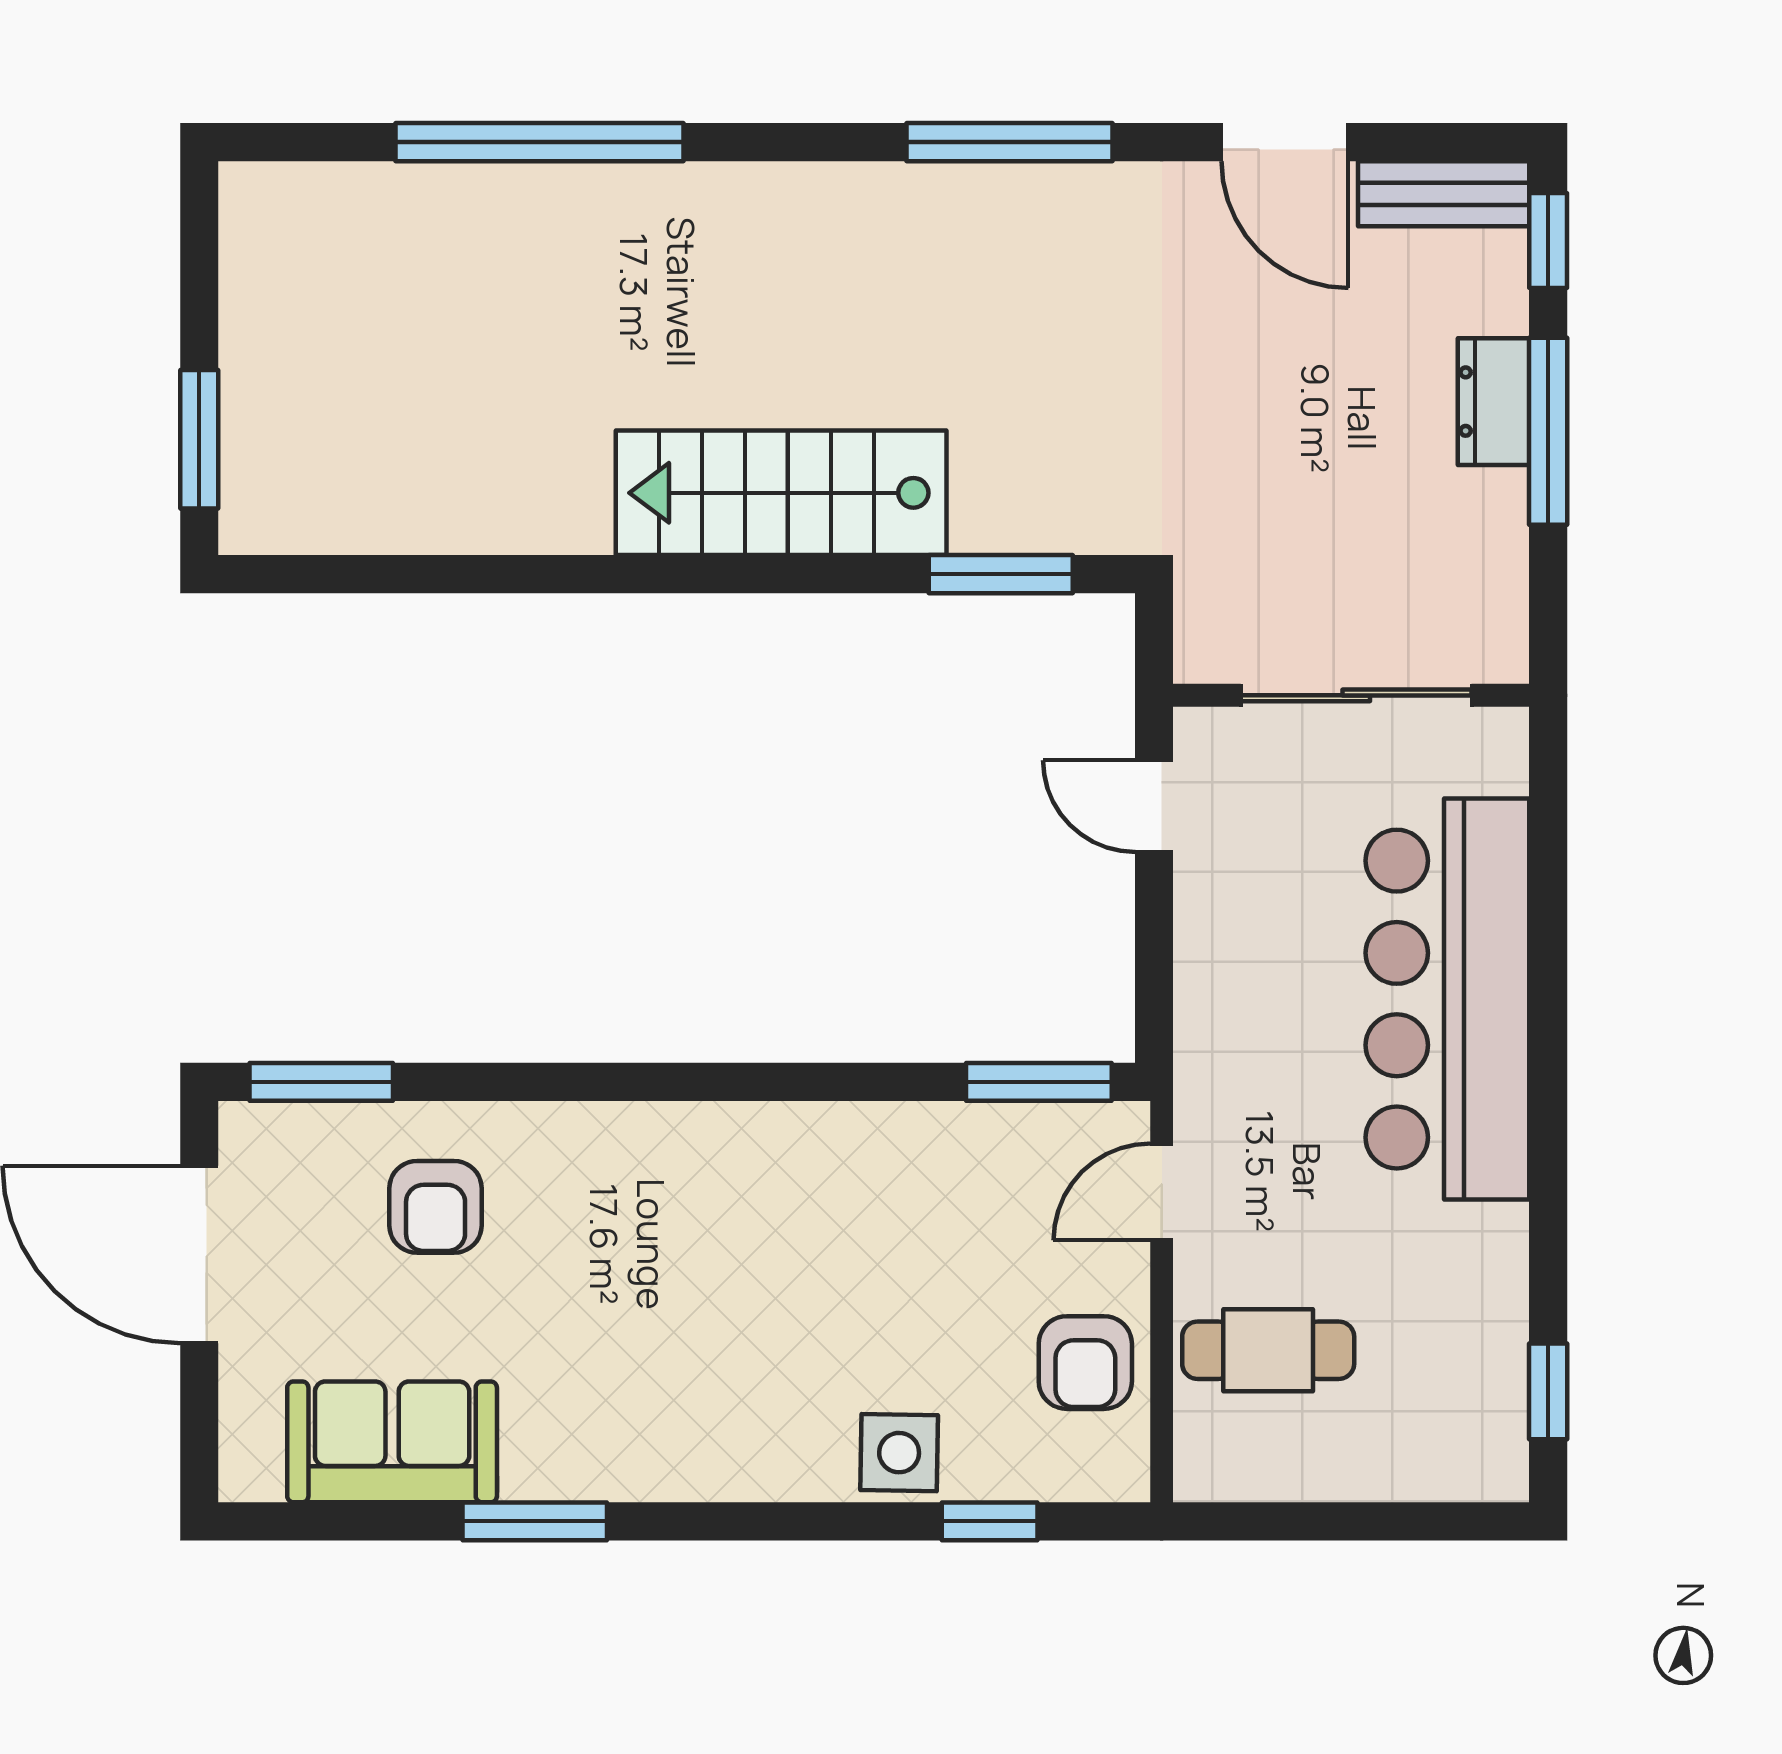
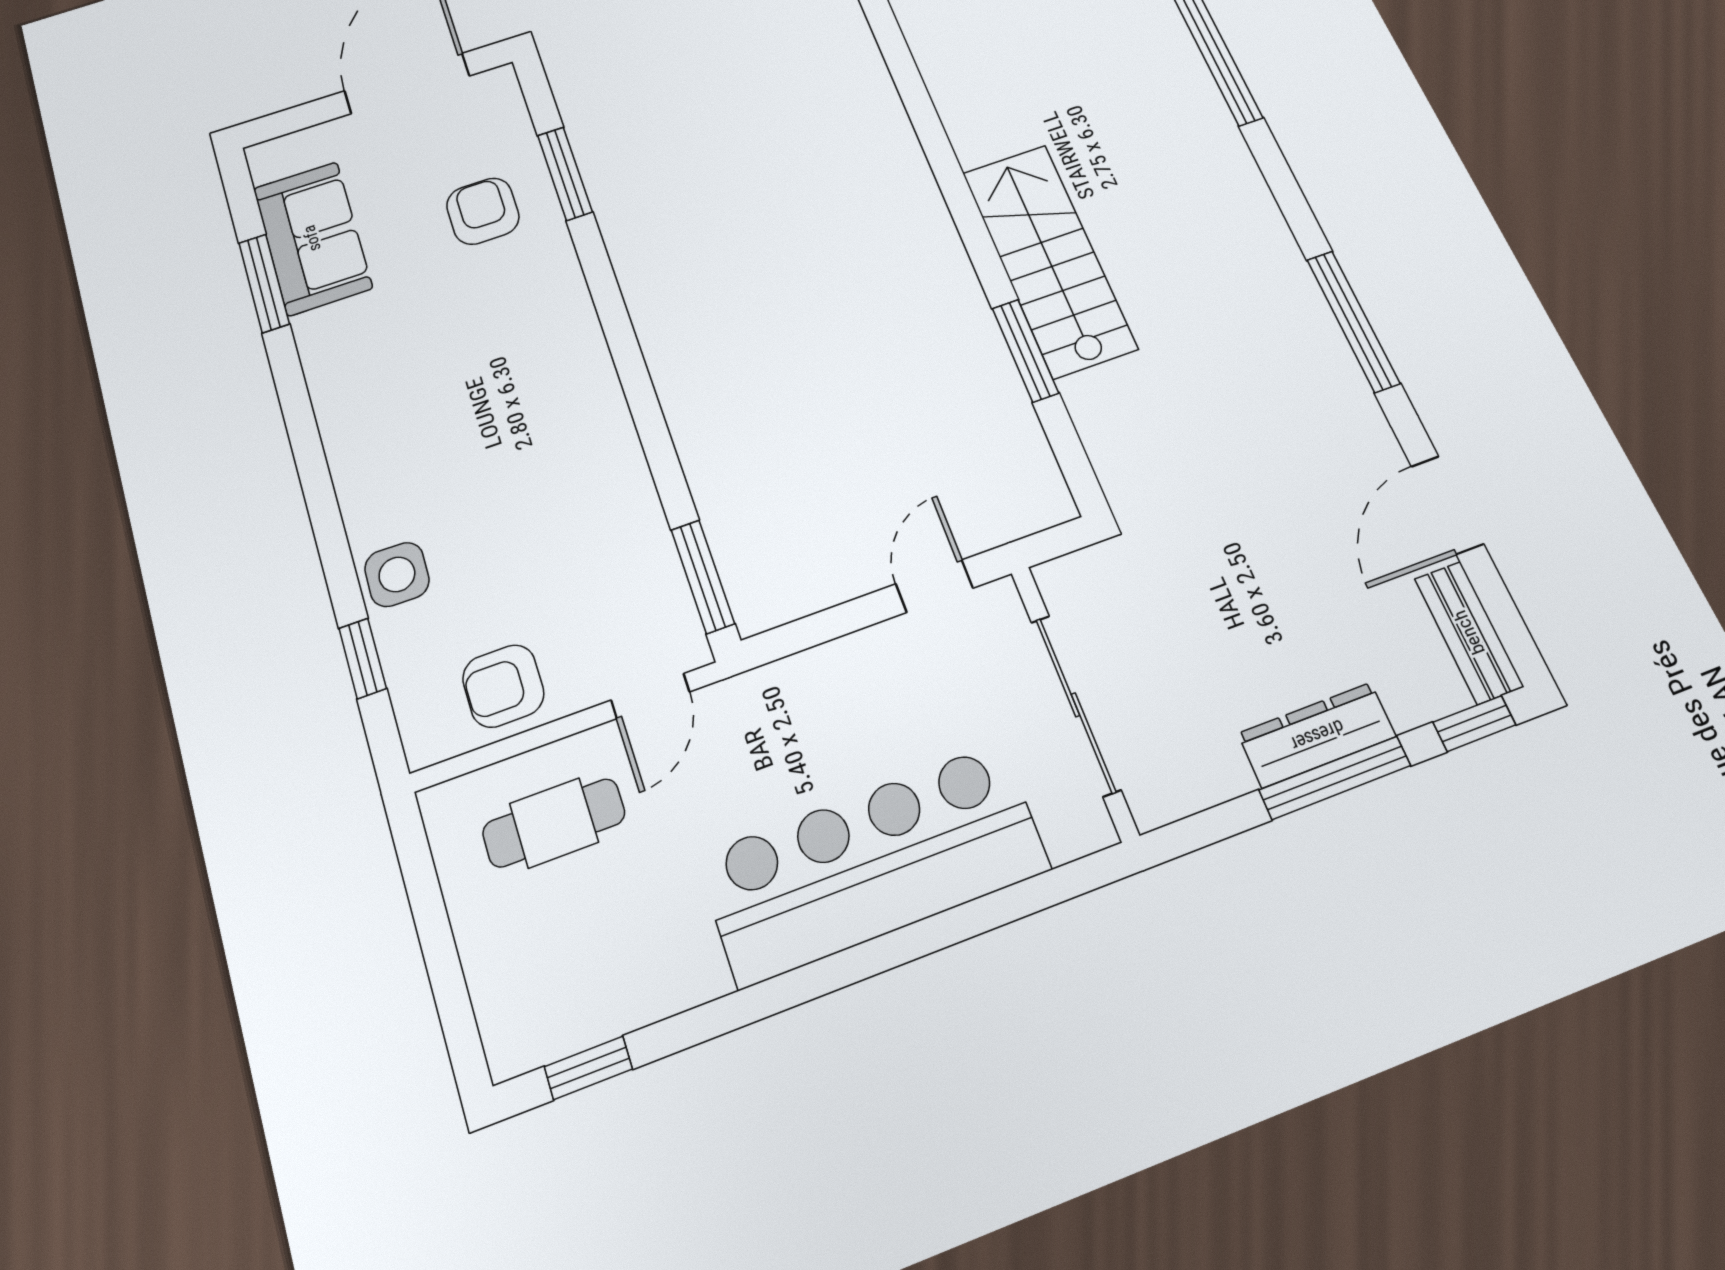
dresser: (1493, 402) -> (1317, 735), width x1.44
window: (1001, 574) -> (1025, 350), moved
window: (321, 1082) -> (565, 174), moved
door: (1162, 1192) -> (650, 696), swing flipped
armchair: (436, 1207) -> (483, 211), turned 90
cafe table: (1268, 1350) -> (554, 823), turned 90
window: (535, 1521) -> (264, 283), moved

